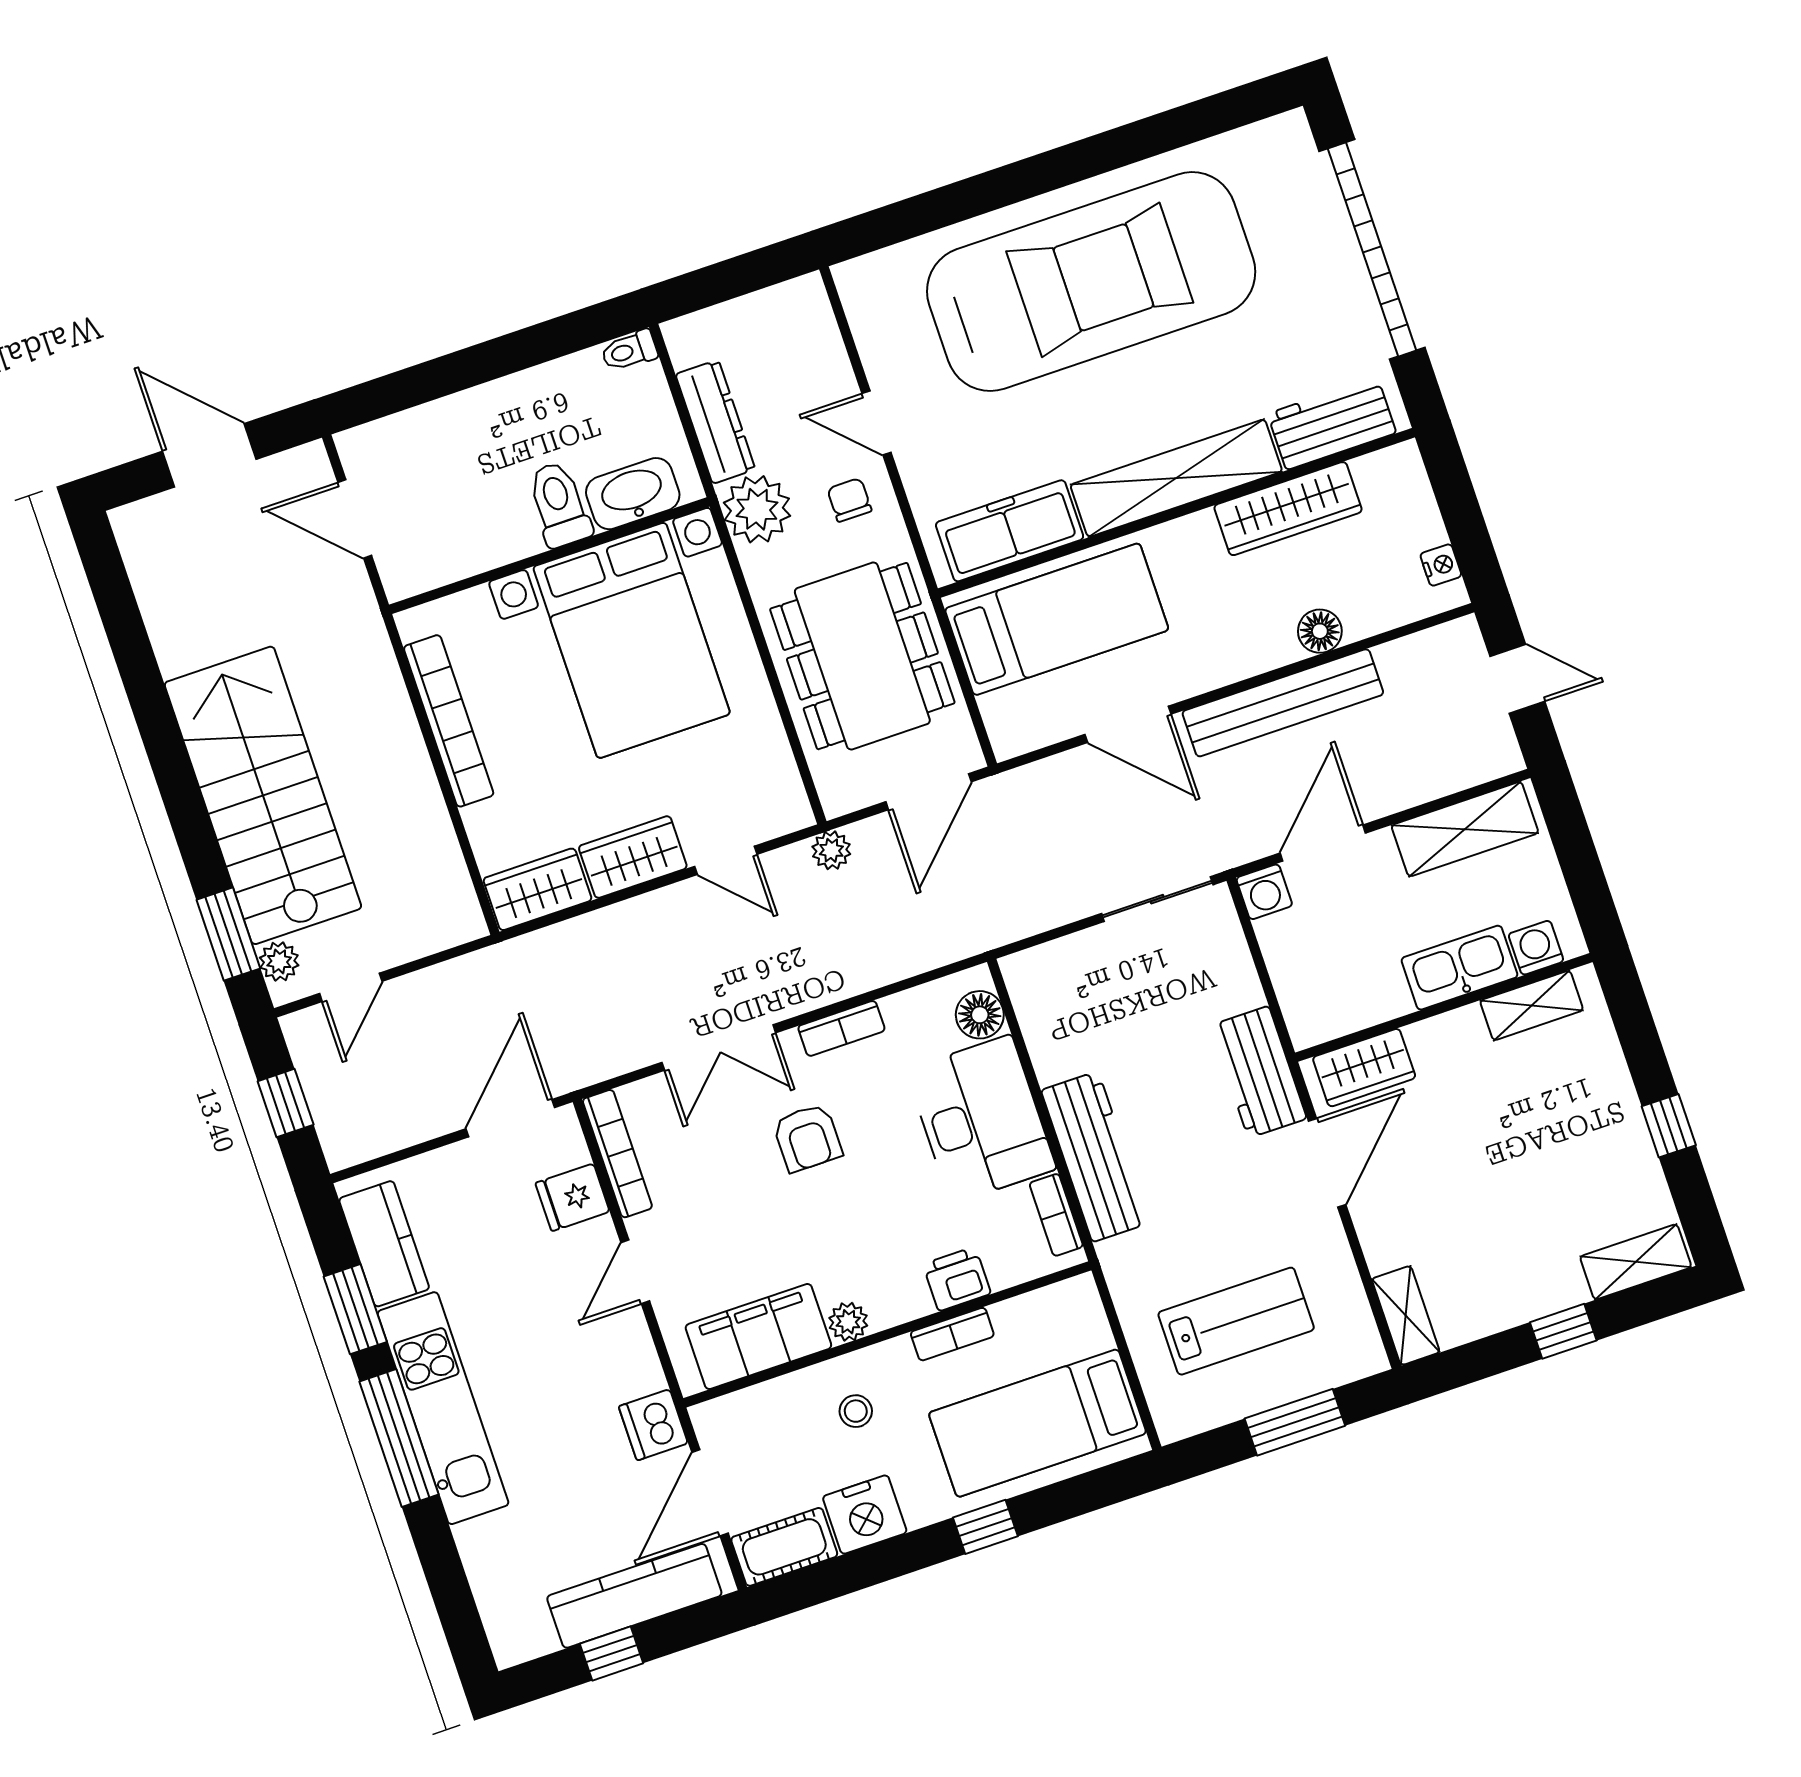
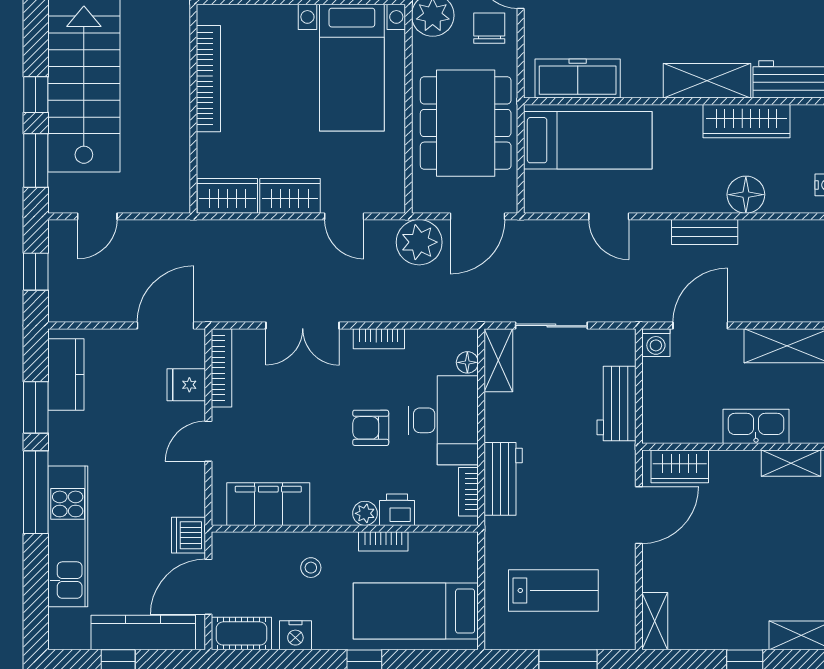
shelving: (1176, 478) -> (707, 81), width x0.68
chair: (849, 500) -> (489, 28), width x1.37, depth x1.37
floor lamp: (1320, 631) -> (746, 195), width x1.38, depth x1.38
bed with nightstands: (632, 640) -> (352, 68), width x0.73
bench: (1283, 703) -> (705, 232), width x0.54, depth x0.82
door: (1128, 724) -> (609, 216), width x0.73
window: (194, 834) -> (36, 95), added
plant: (831, 850) -> (419, 242), width x1.87, depth x1.87
sliding door: (1157, 899) -> (551, 326), moved
washing machine: (1536, 948) -> (805, 430), removed
plant: (279, 961) -> (60, 187), removed
shelving: (1034, 999) -> (498, 360), added
floor lamp: (980, 1015) -> (467, 362), width x0.73, depth x0.73
workbench: (1259, 1072) -> (616, 404), moved
armchair: (807, 1138) -> (371, 428), moved, turned 90
workbench: (1095, 1157) -> (503, 479), width x0.73
plant: (848, 1322) -> (365, 513), moved
kitchen unit: (443, 1408) -> (68, 536), moved
nightstand: (865, 1515) -> (295, 635), width x0.74, depth x0.75

